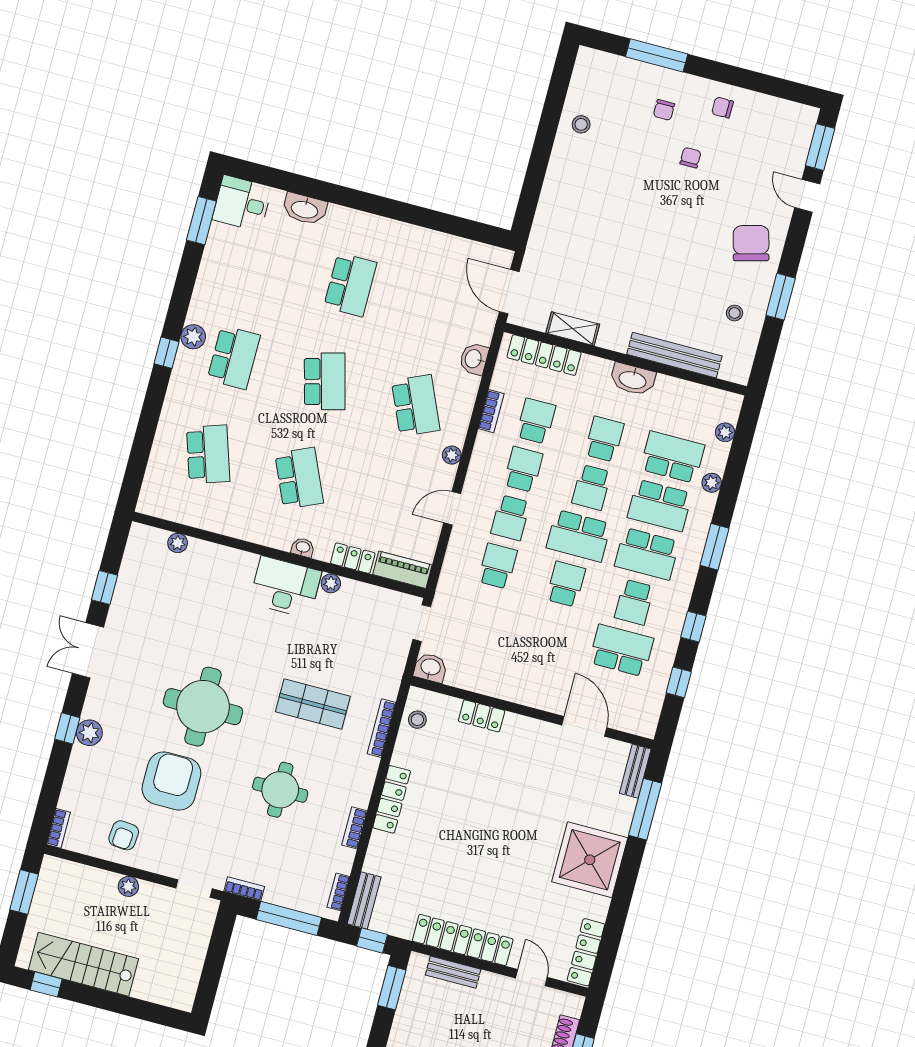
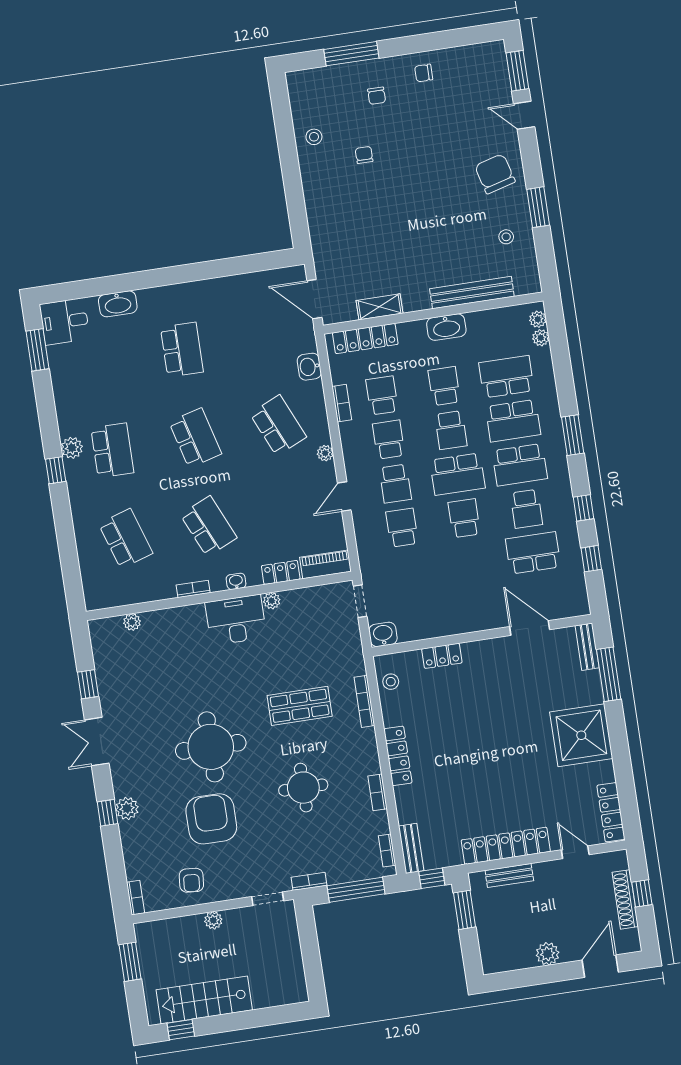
chair: (690, 158) -> (364, 155), moved
plant: (712, 483) -> (538, 319), moved
bookcase: (255, 536) -> (193, 589), added

